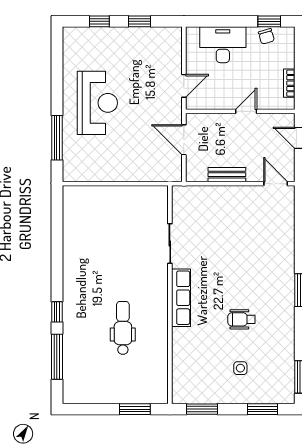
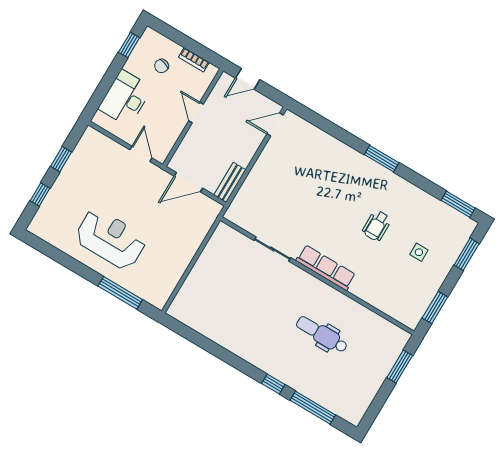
chair: (266, 36) -> (162, 66), moved, turned 123
bench: (227, 175) -> (230, 182), moved

